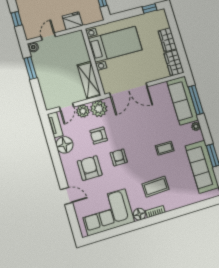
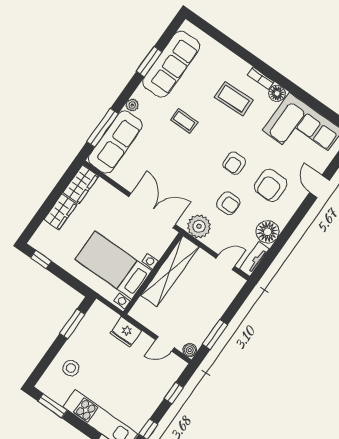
shelving: (89, 80) -> (170, 271), width x1.47
plant: (83, 111) -> (216, 241), removed

